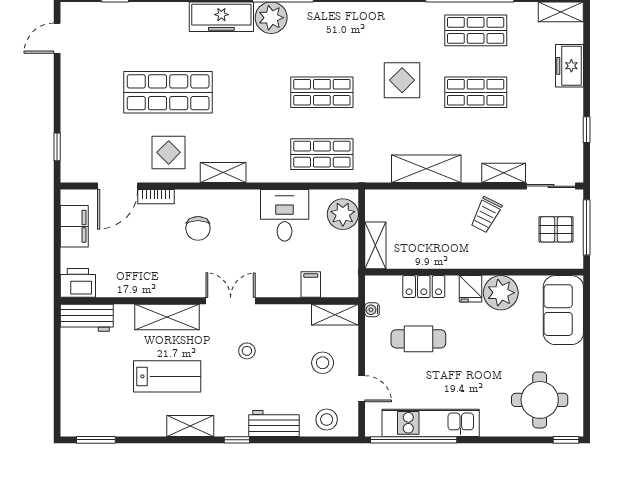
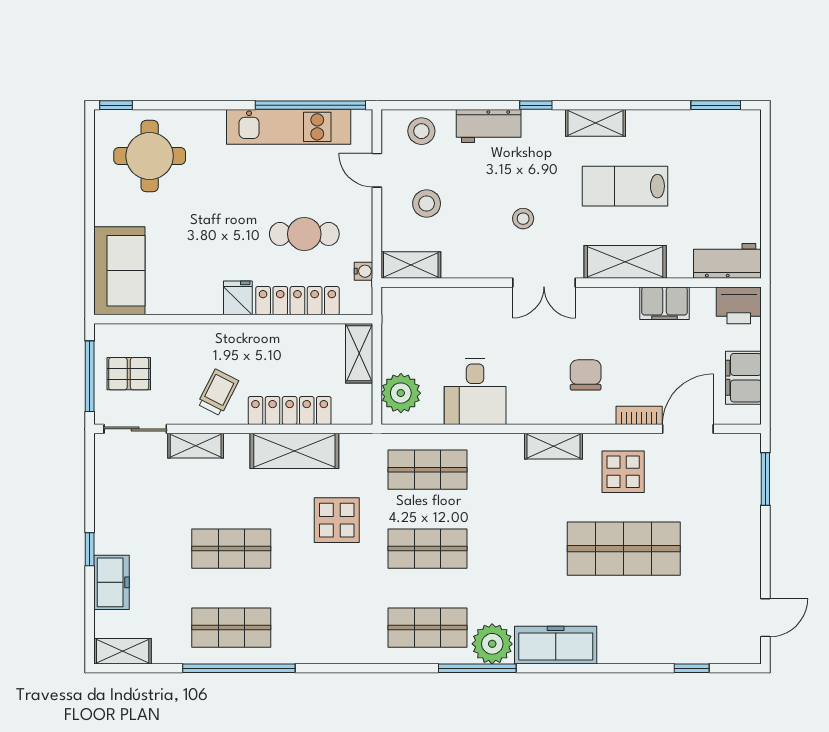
shop shelf: (322, 30) -> (427, 628), added
display table: (402, 80) -> (337, 520), moved
window: (587, 130) -> (90, 549), moved
window: (57, 147) -> (765, 479), width x1.50
locker: (430, 200) -> (290, 411), added
filing cabinet: (311, 285) -> (665, 303), moved, width x2.00
locker: (424, 287) -> (297, 301), width x1.53
plant: (501, 293) -> (199, 293), removed

